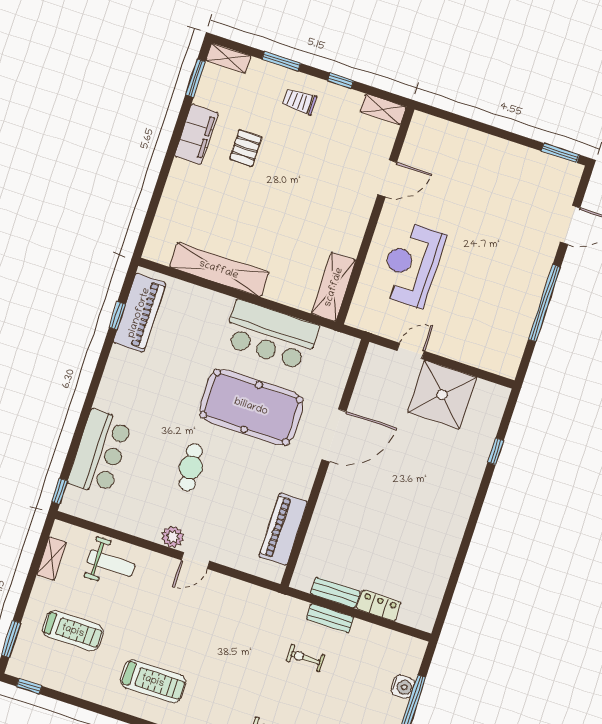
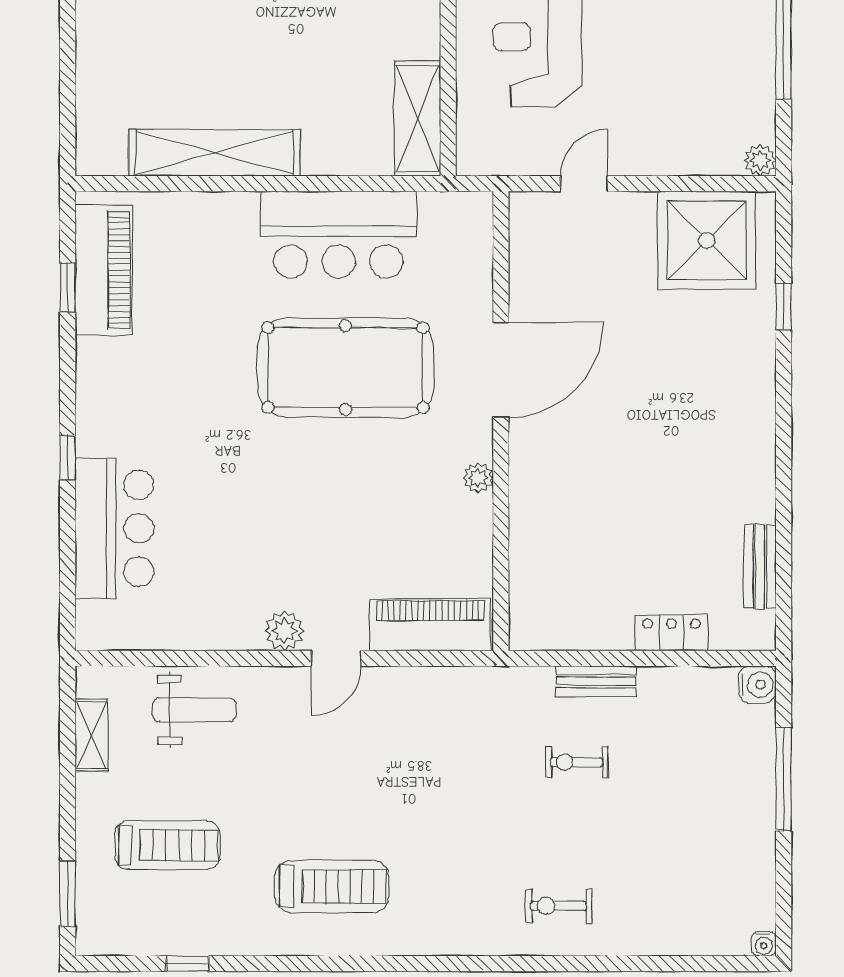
plant: (509, 369) -> (760, 160), added
shower: (442, 395) -> (707, 240), moved
cafe table: (191, 467) -> (276, 503), removed
plant: (303, 489) -> (478, 478), added
window: (60, 491) -> (68, 458), moved
piano: (283, 529) -> (430, 625), moved, turned 90
bench: (335, 593) -> (760, 567), moved, turned 90
window: (29, 686) -> (188, 964), moved
water cooler: (403, 687) -> (757, 685), moved

